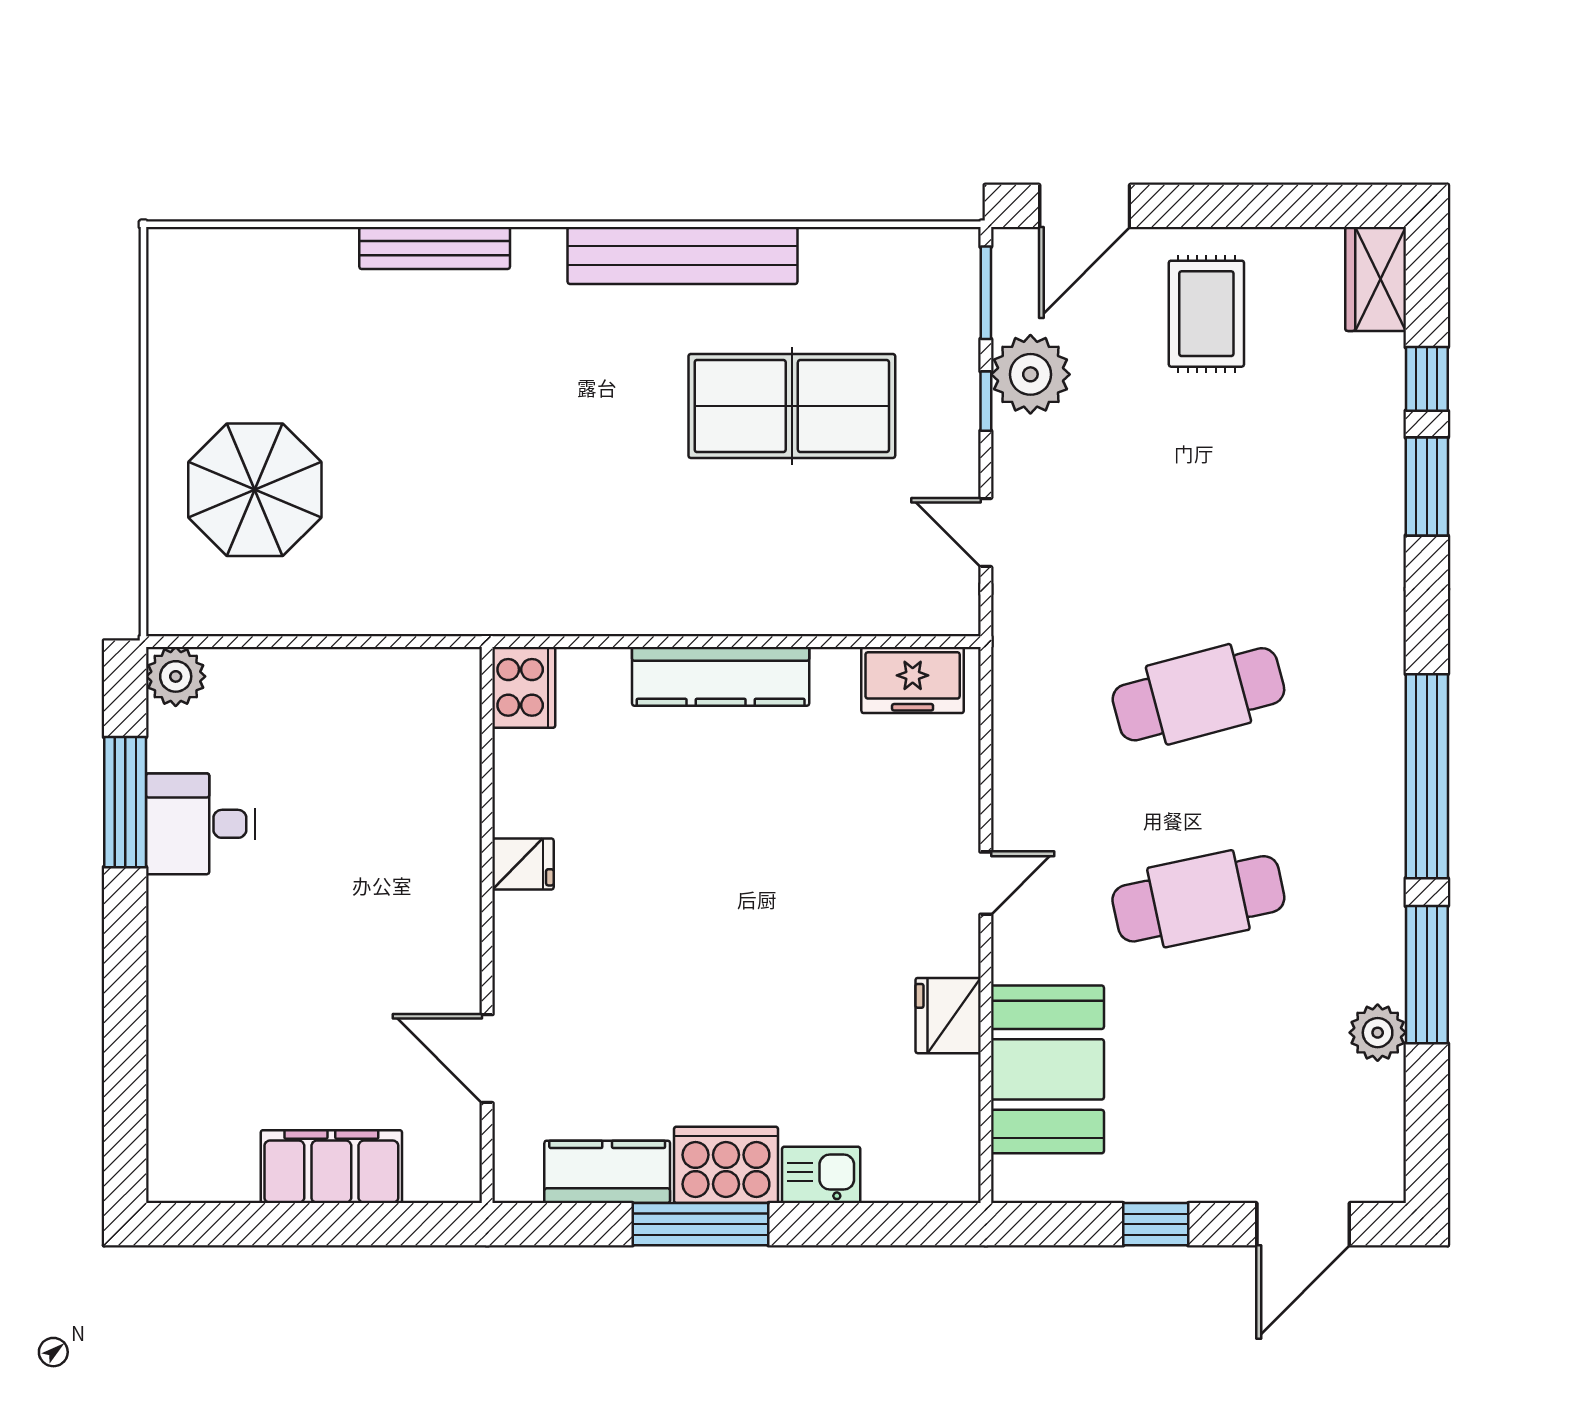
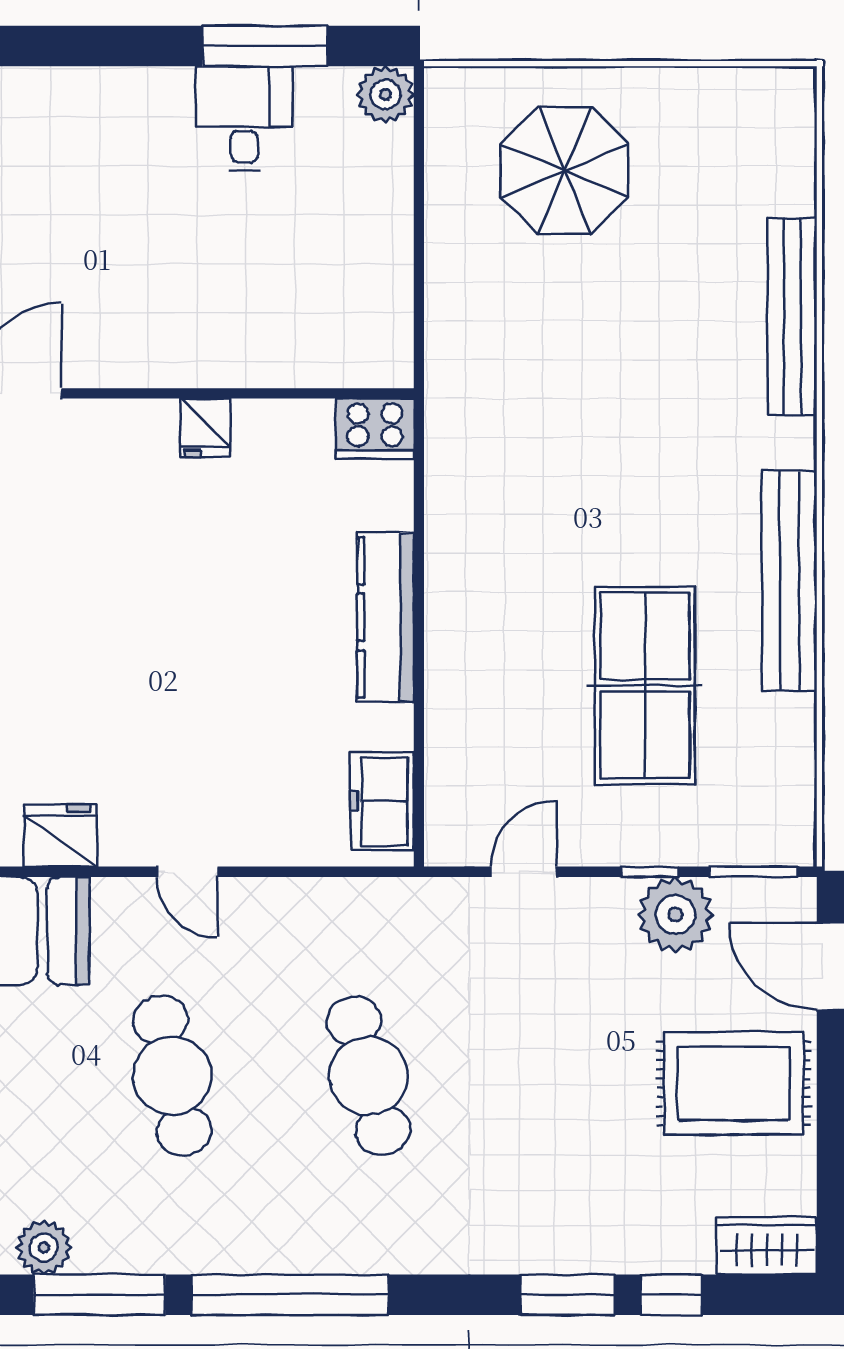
bench: (435, 248) -> (792, 316), width x1.37, depth x1.21
rug: (1206, 314) -> (734, 1083), width x1.36, depth x1.43

